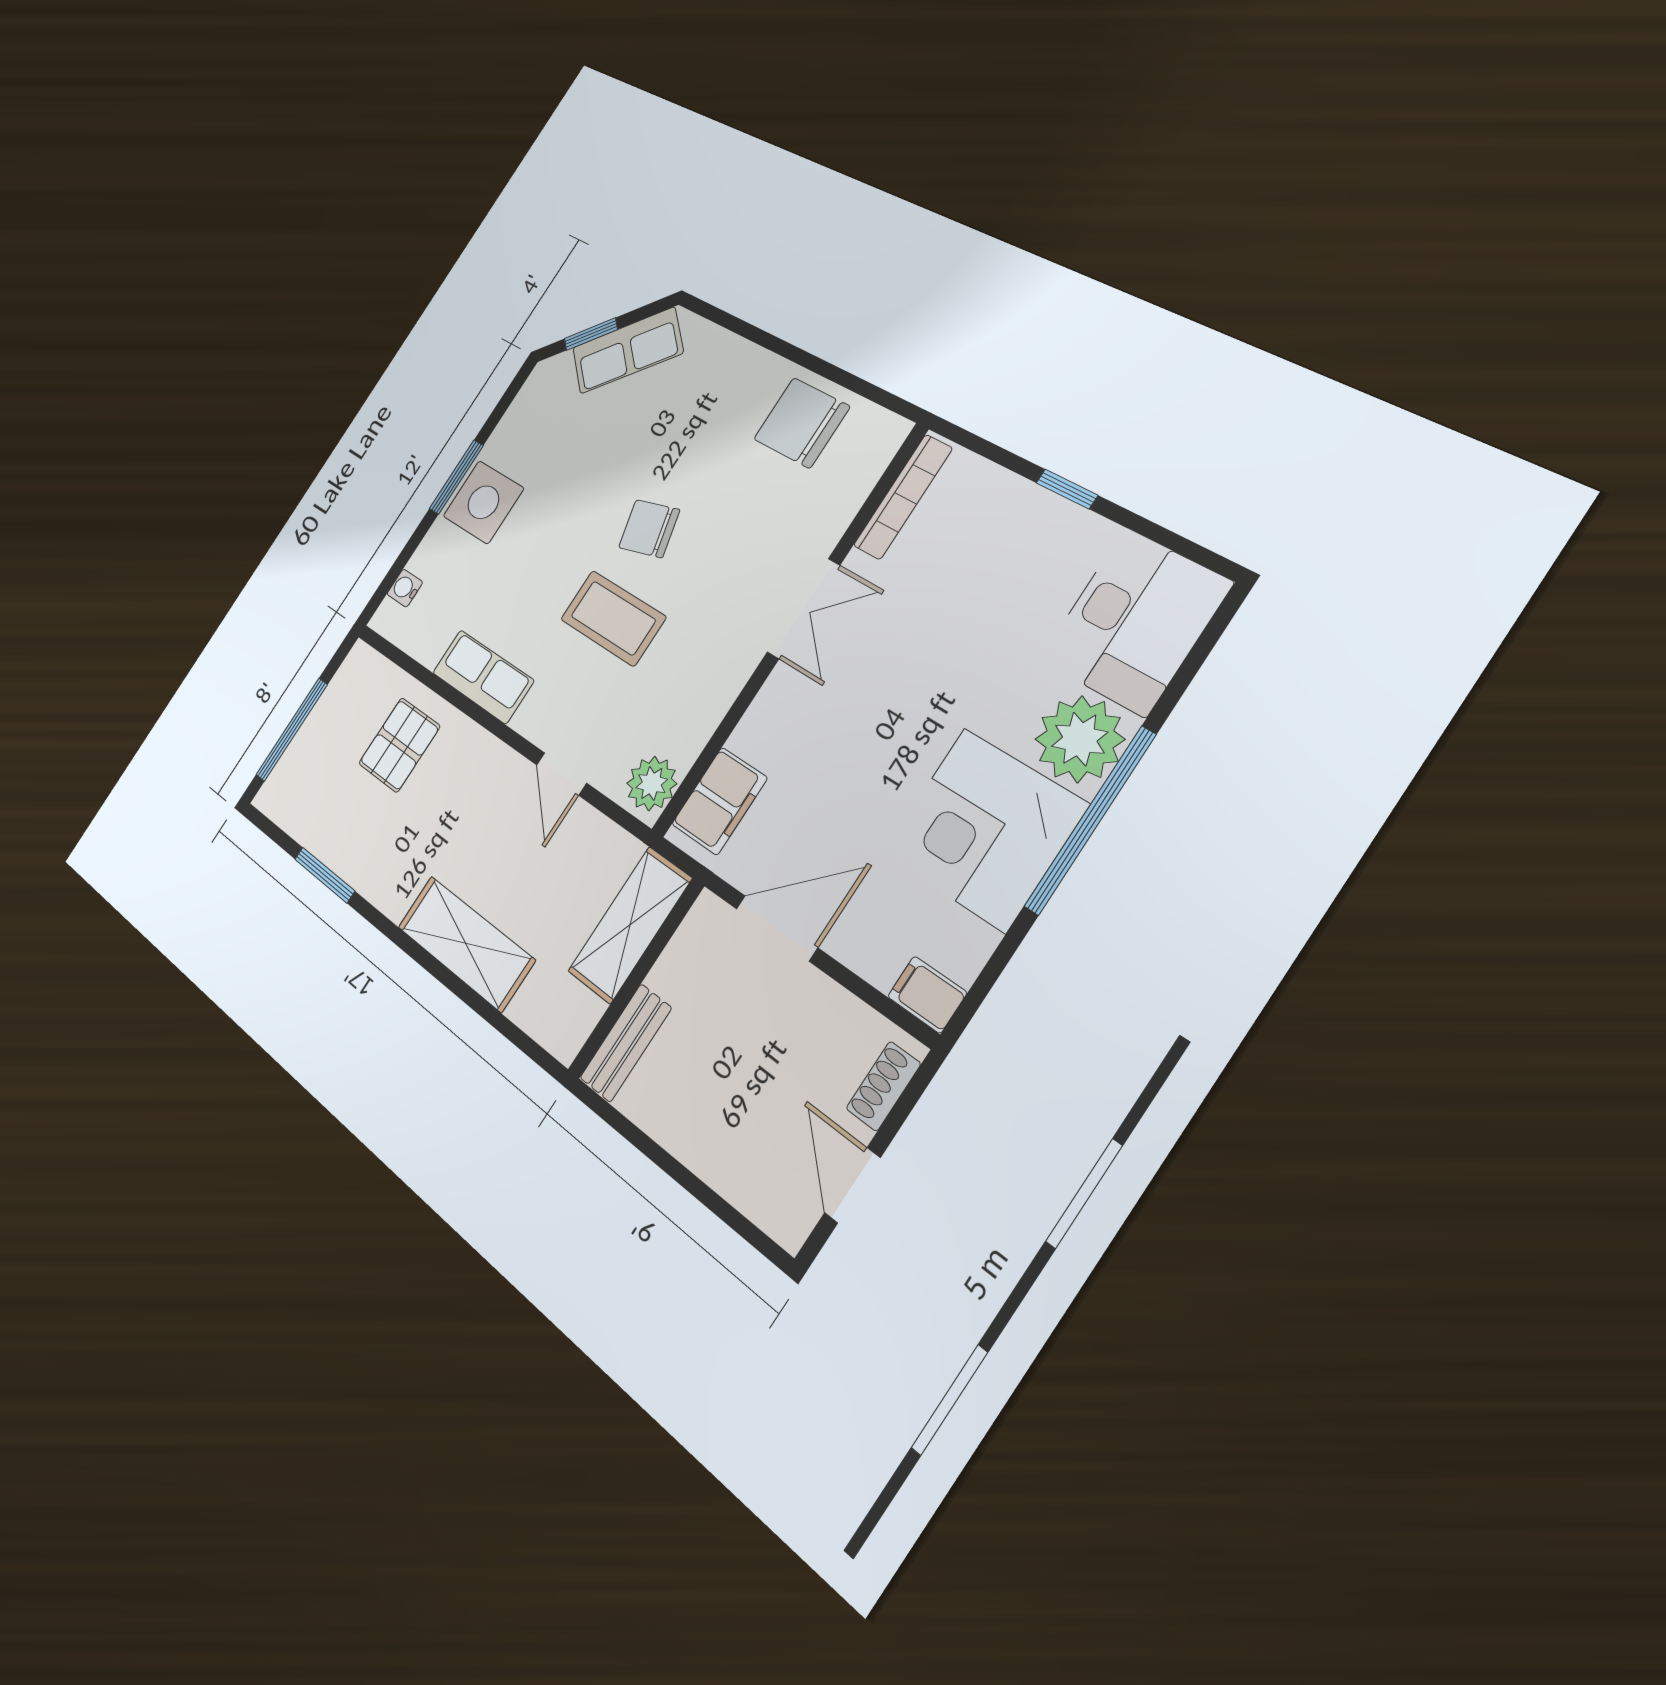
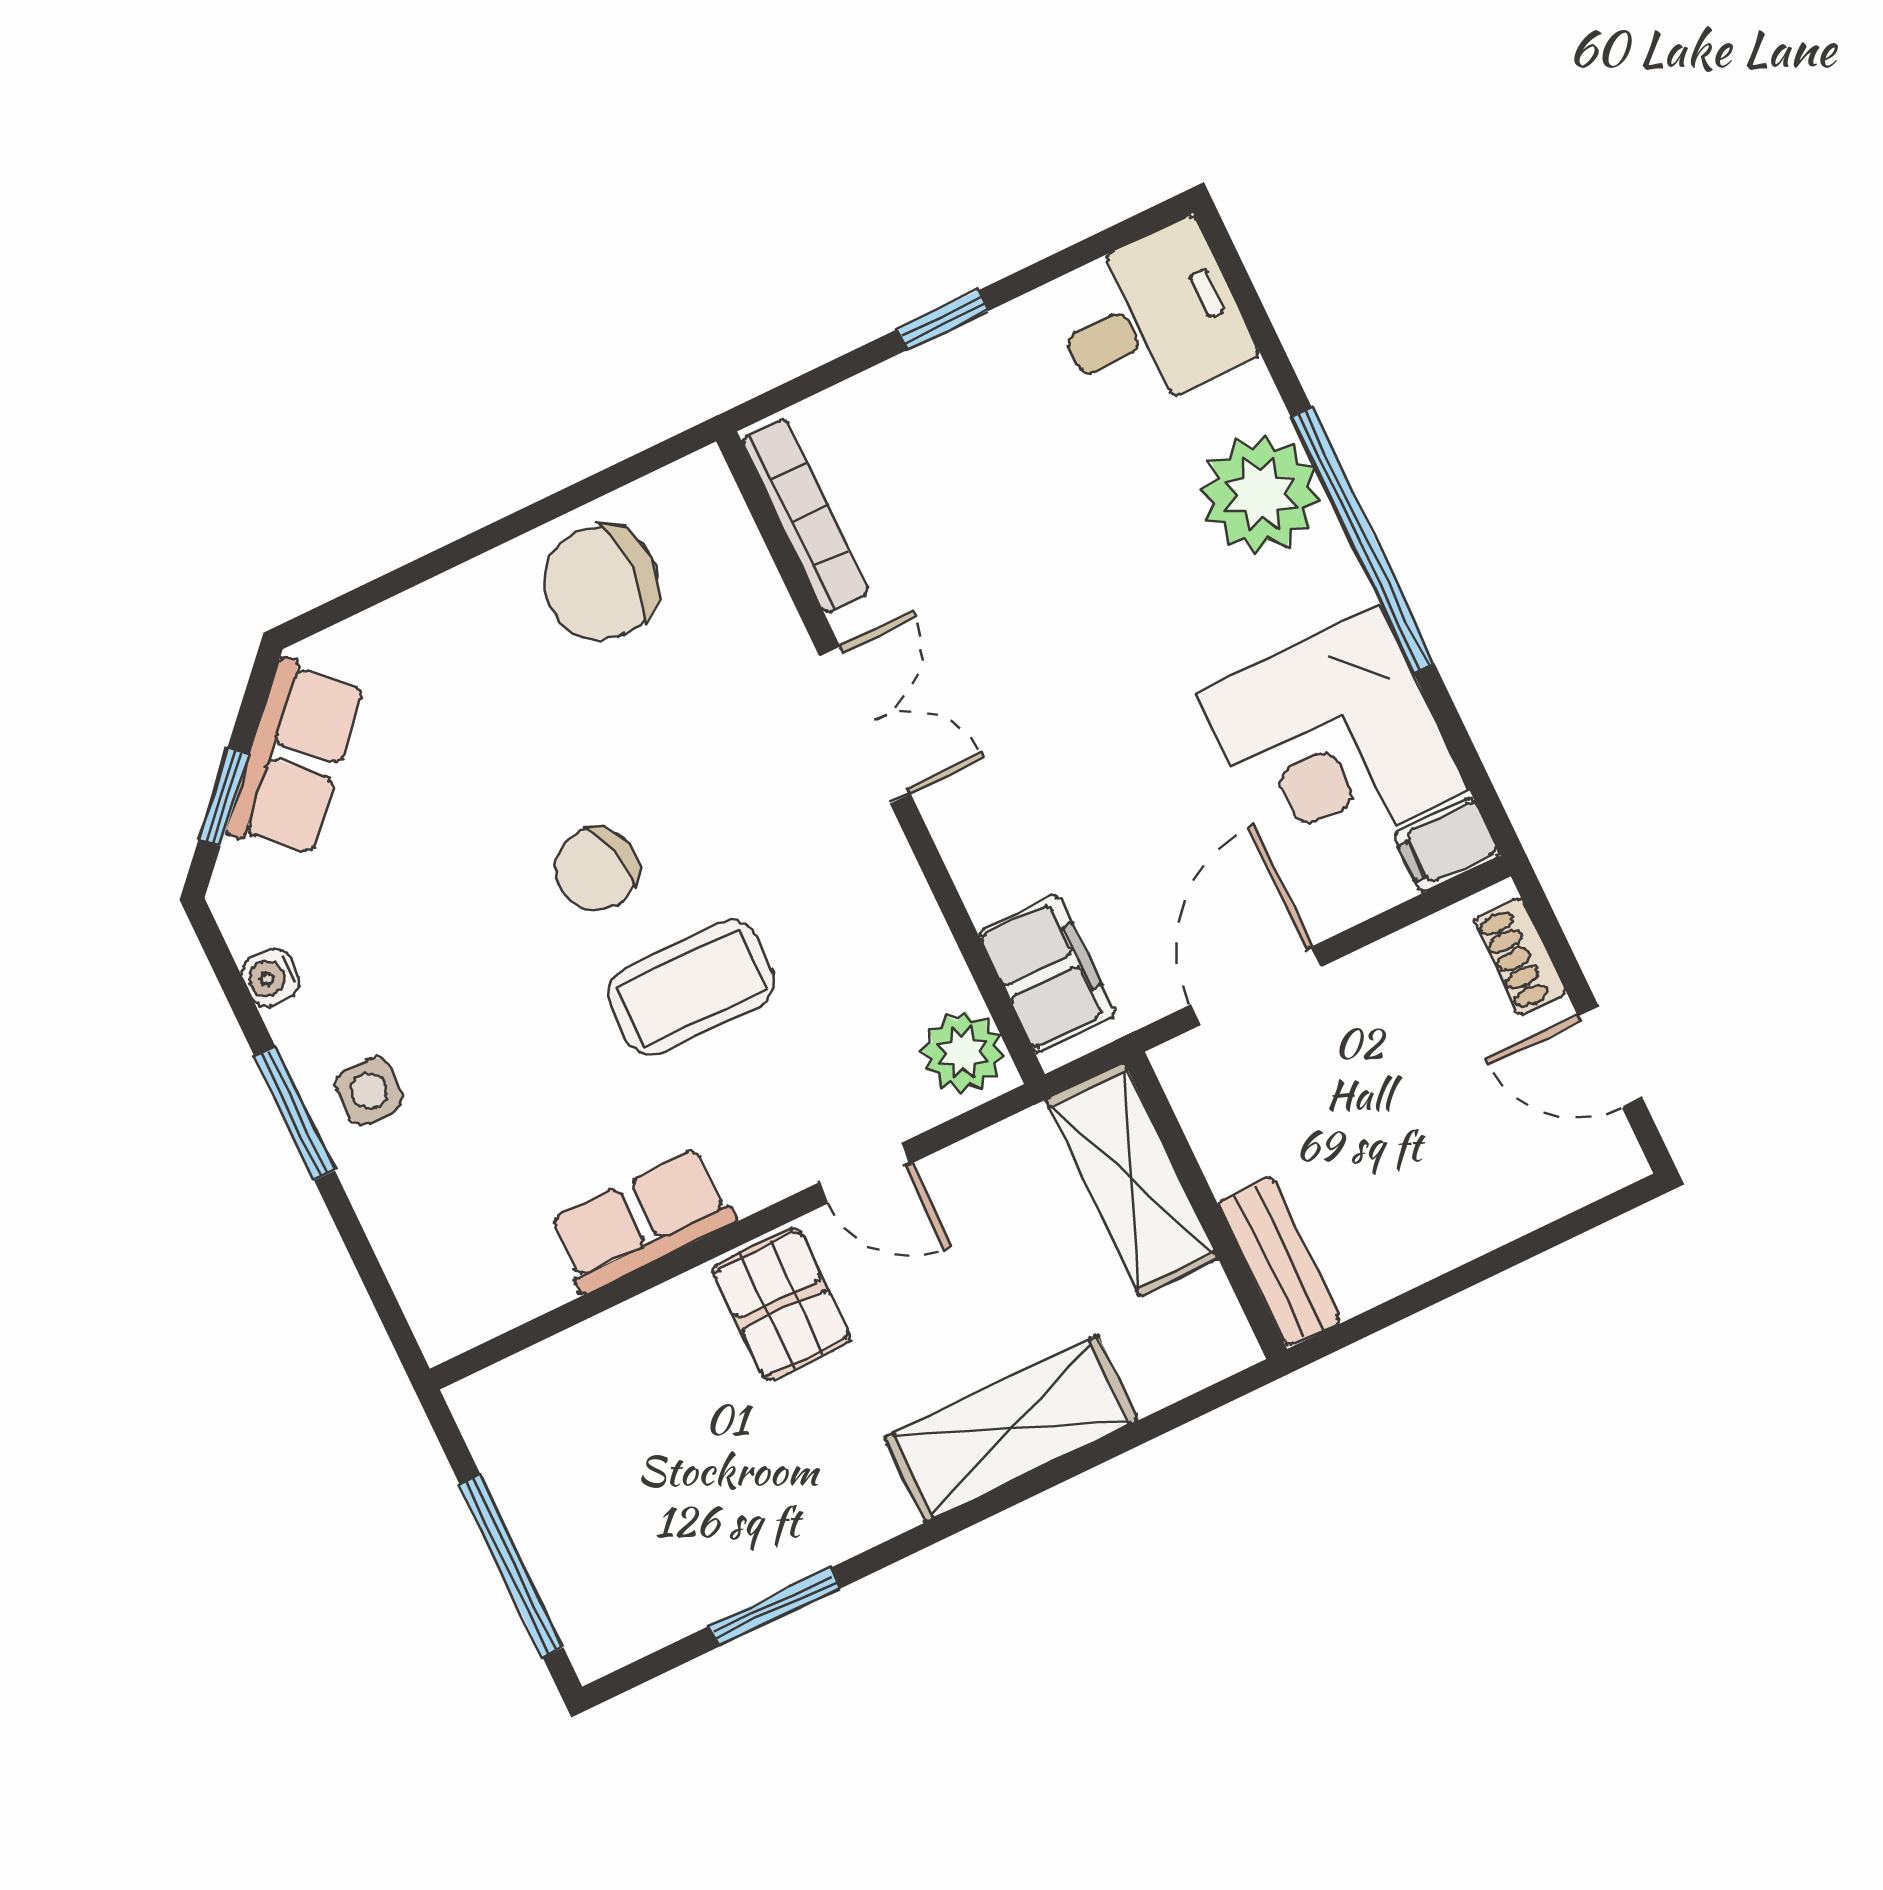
side table: (483, 502) -> (369, 1091), width x0.54, depth x0.54
water cooler: (405, 588) -> (270, 977), moved
desk: (1135, 621) -> (1151, 321), width x0.73
pallet: (399, 745) -> (782, 1304), moved
corner desk: (985, 829) -> (1332, 742), moved

